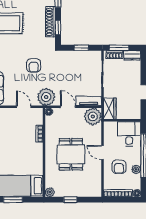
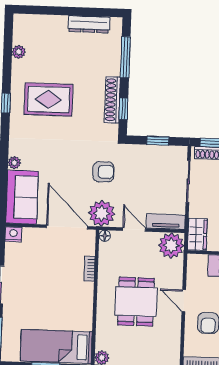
armchair: (34, 65) -> (103, 172), moved, turned -90
door: (24, 107) -> (67, 227), width x1.88

